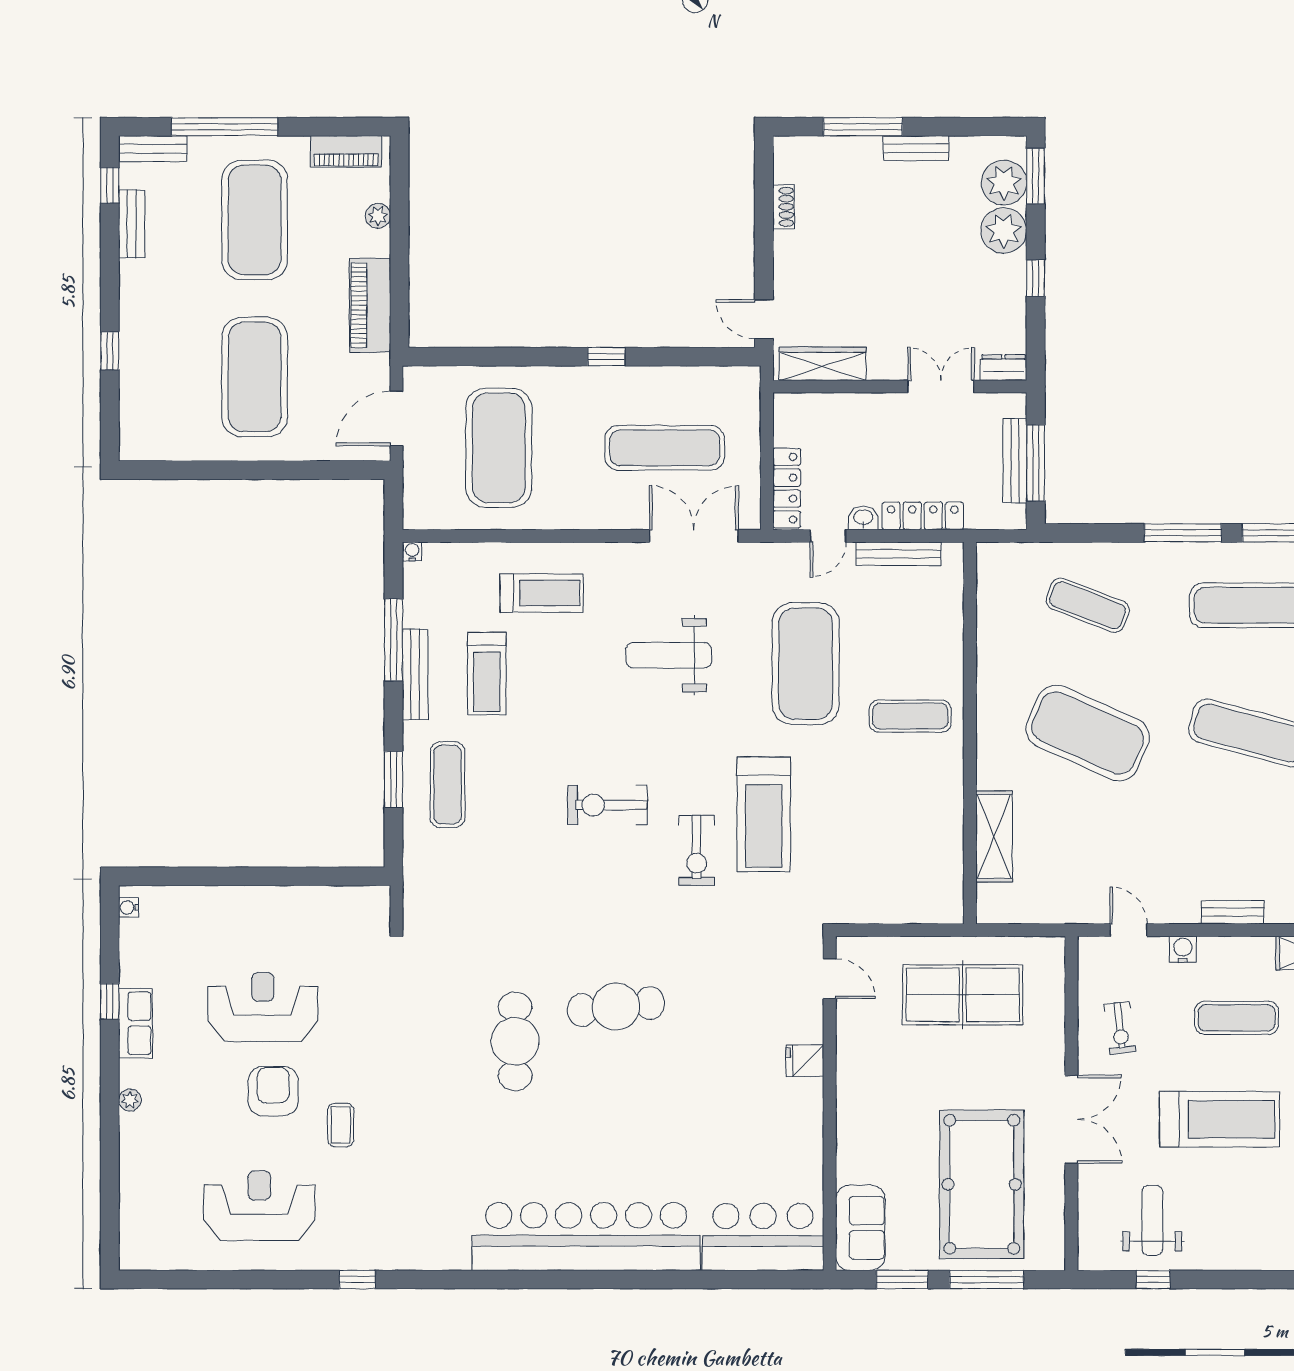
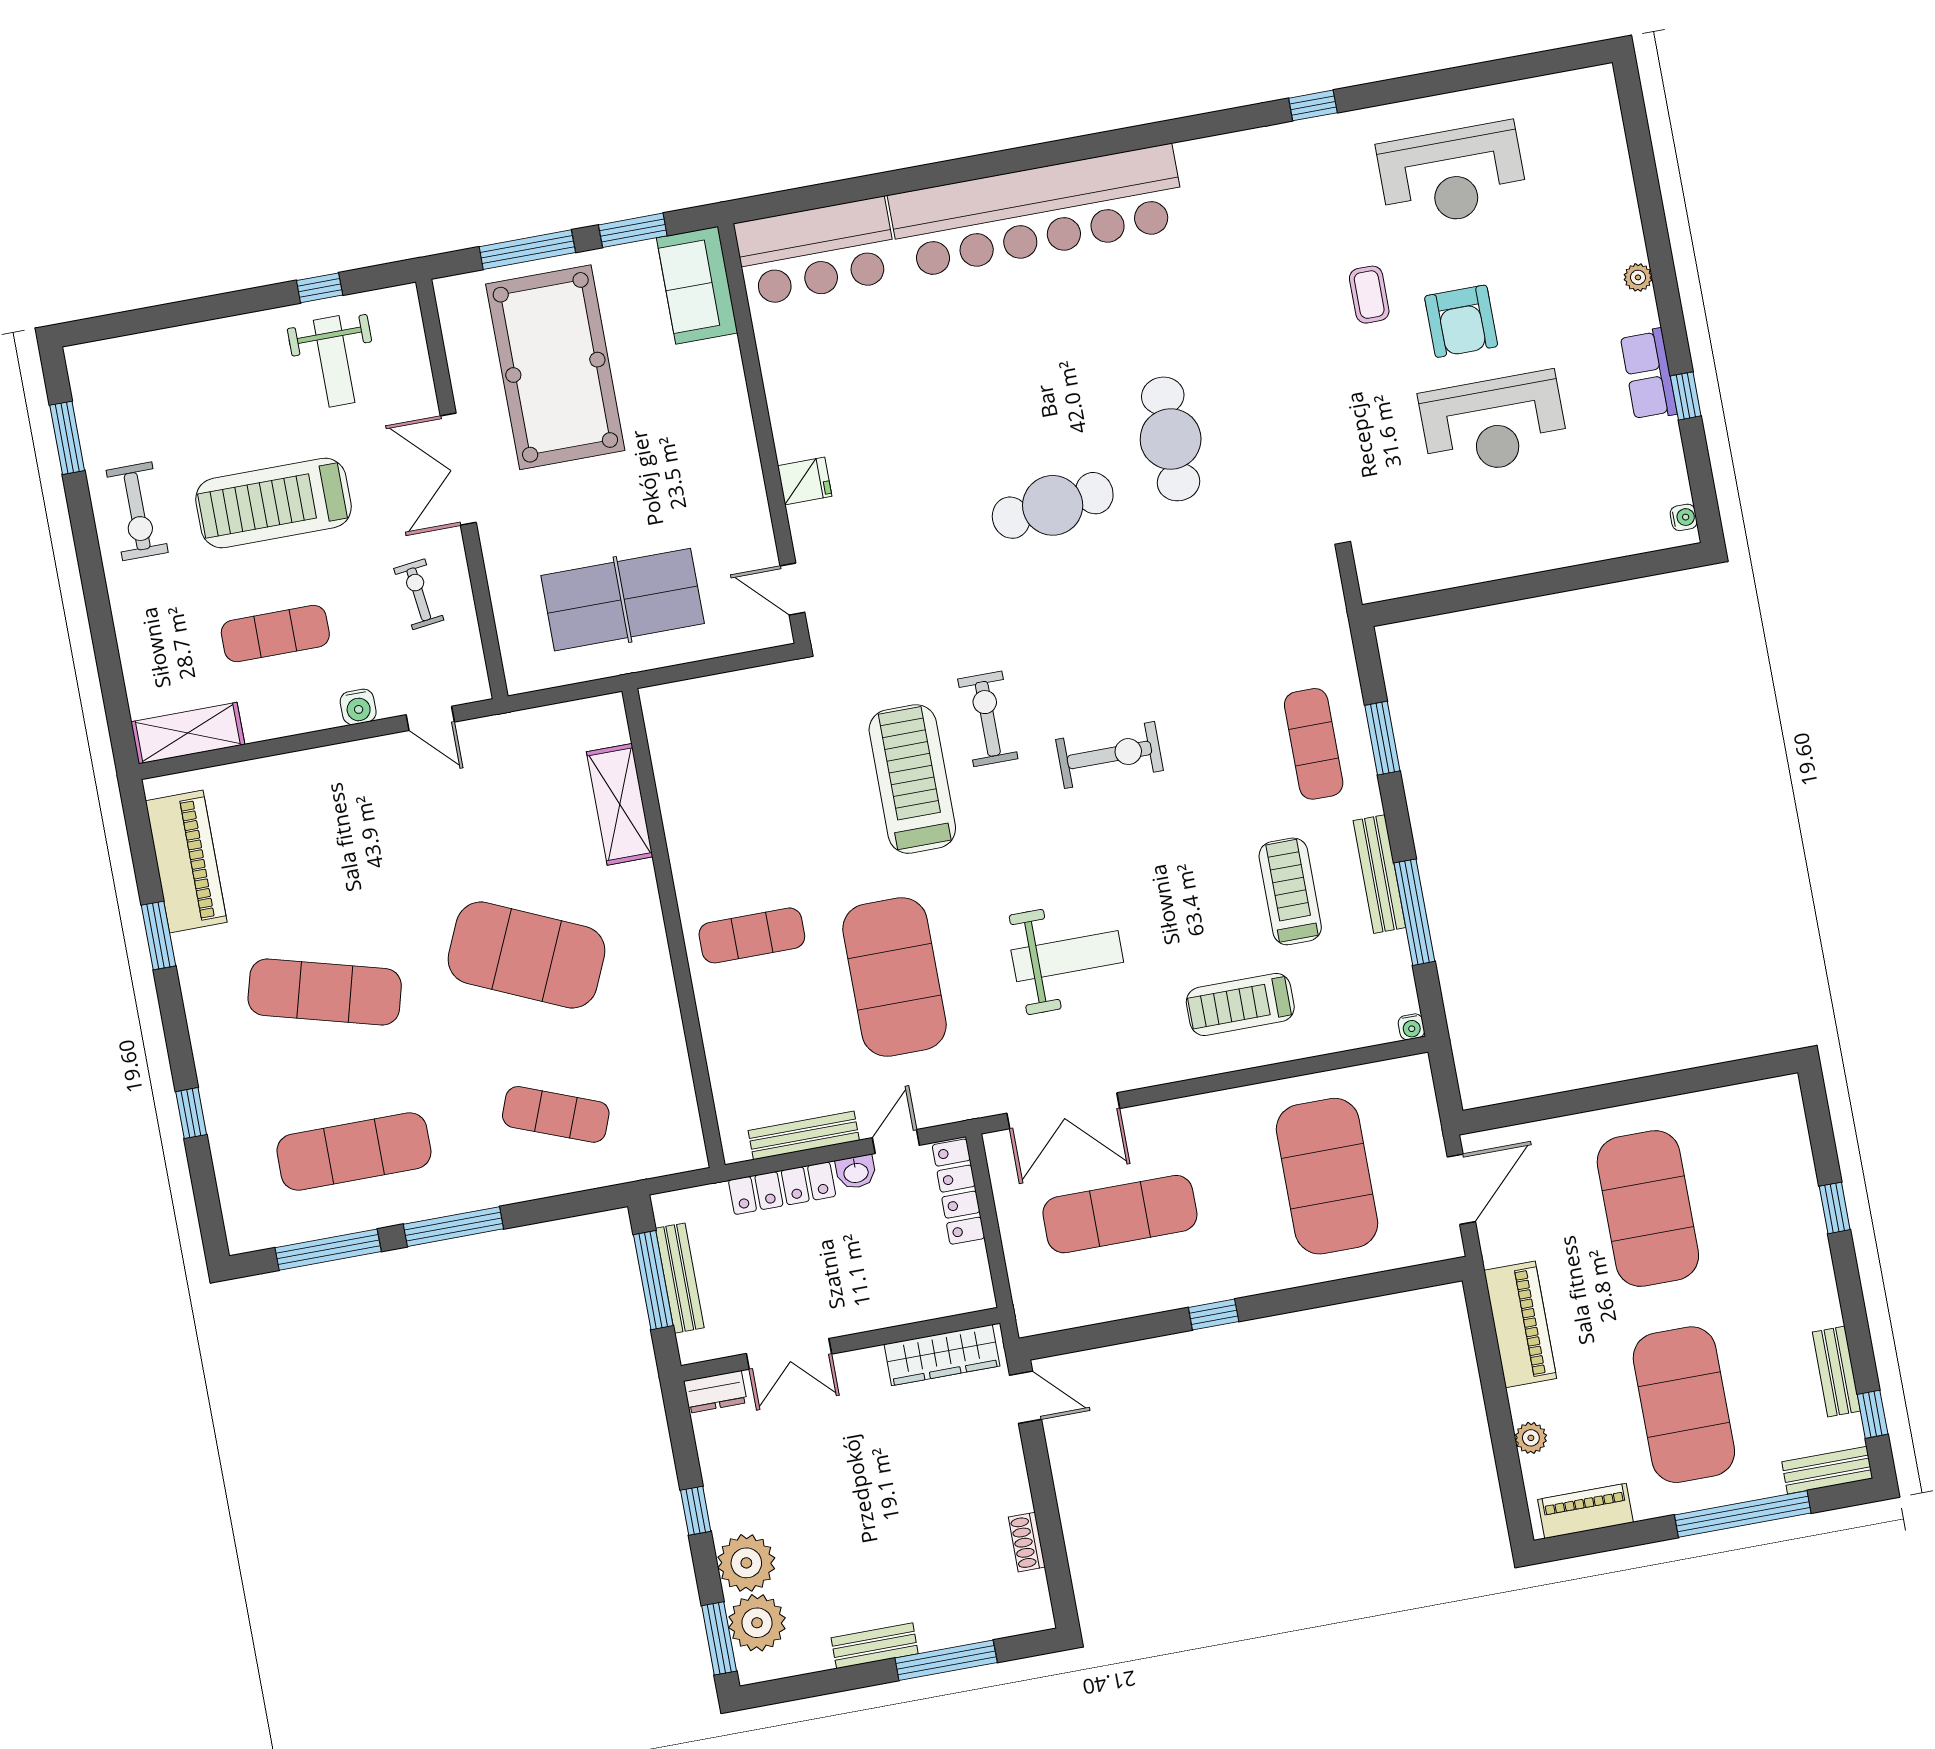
bench: (1233, 912) -> (305, 764), removed

